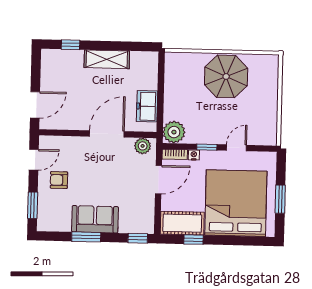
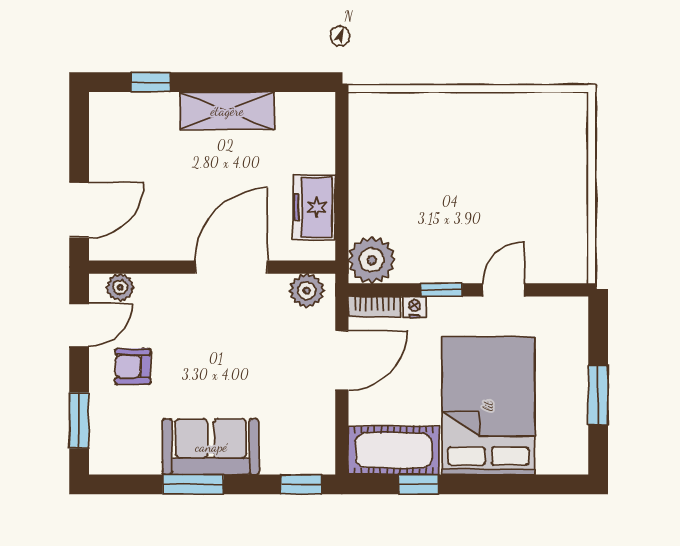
parasol: (226, 76) -> (478, 141), removed
plant: (54, 142) -> (120, 287), added
bed: (236, 203) -> (488, 406), width x0.73

